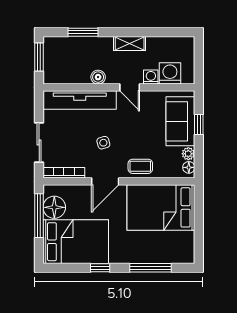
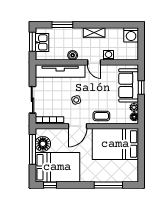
kitchen sink: (53, 58) -> (42, 42), added
washing machine: (170, 73) -> (131, 35), moved, turned 180
window: (100, 268) -> (50, 185), moved

